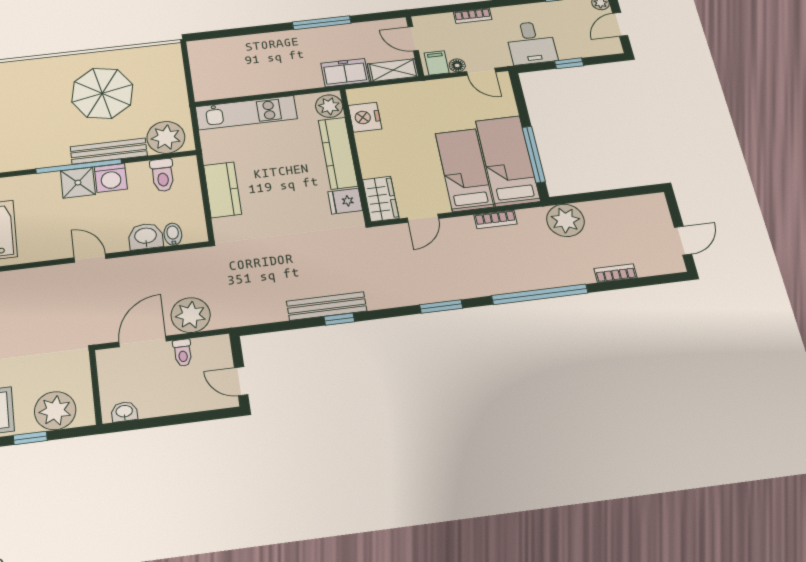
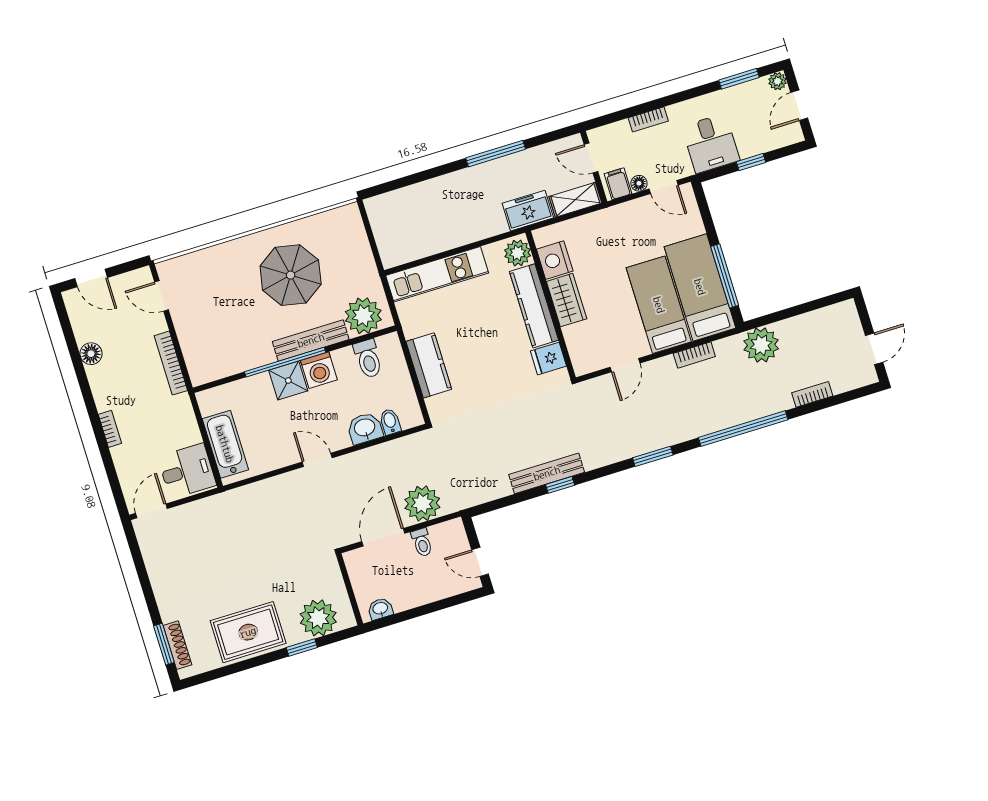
wardrobe: (381, 199) -> (567, 300), moved

